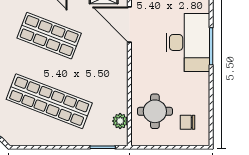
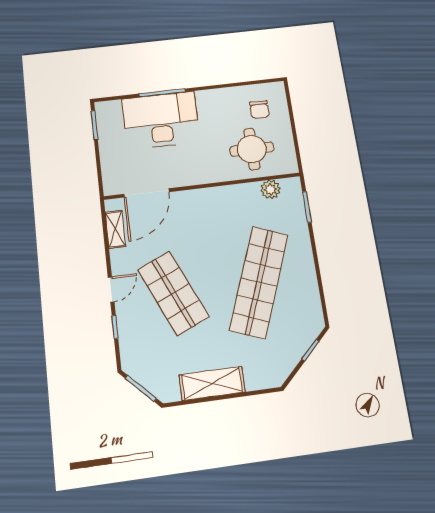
shop shelf: (49, 36) -> (173, 293), turned -45

